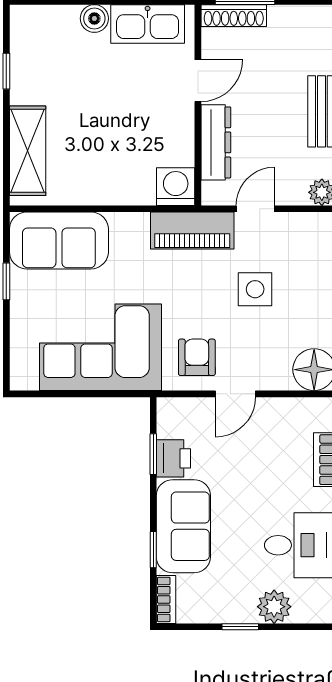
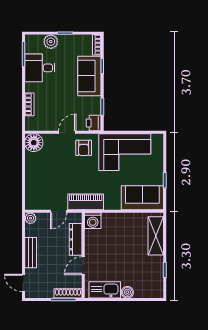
side table: (255, 289) -> (59, 177), removed
printer: (173, 458) -> (94, 123), moved

